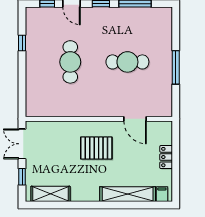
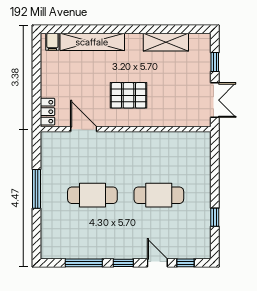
cafe table: (70, 62) -> (159, 195), turned 90
locker: (166, 157) -> (47, 112), moved
shelving: (51, 194) -> (166, 42), moved

